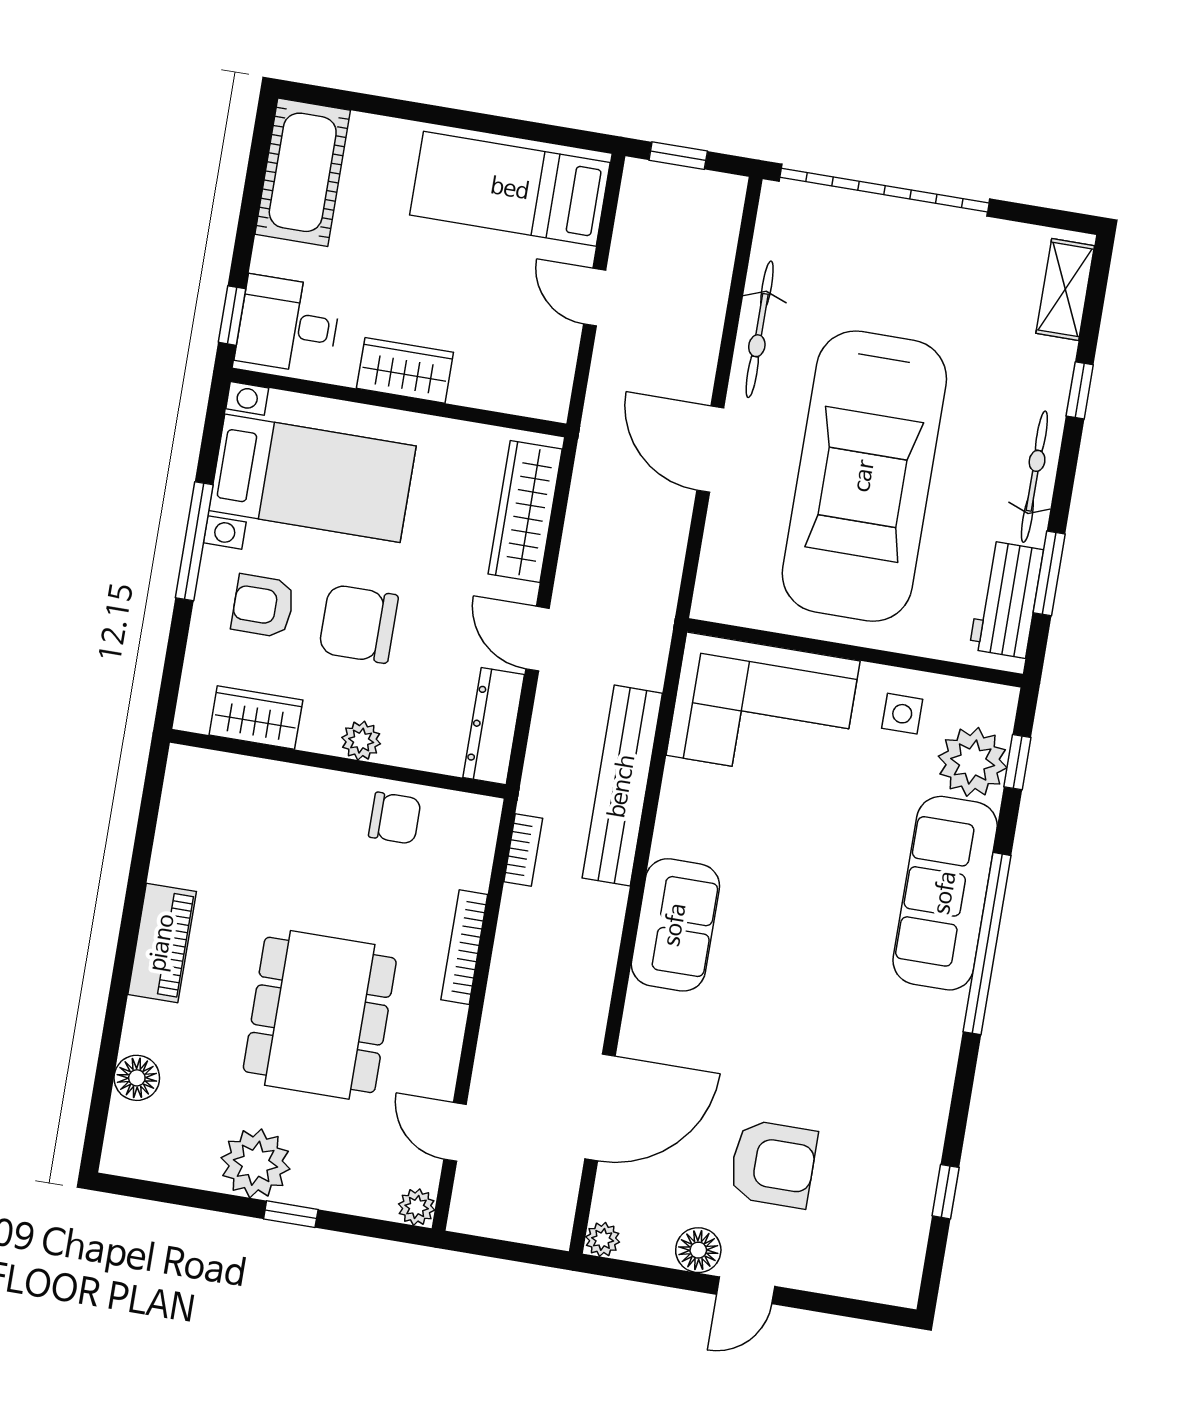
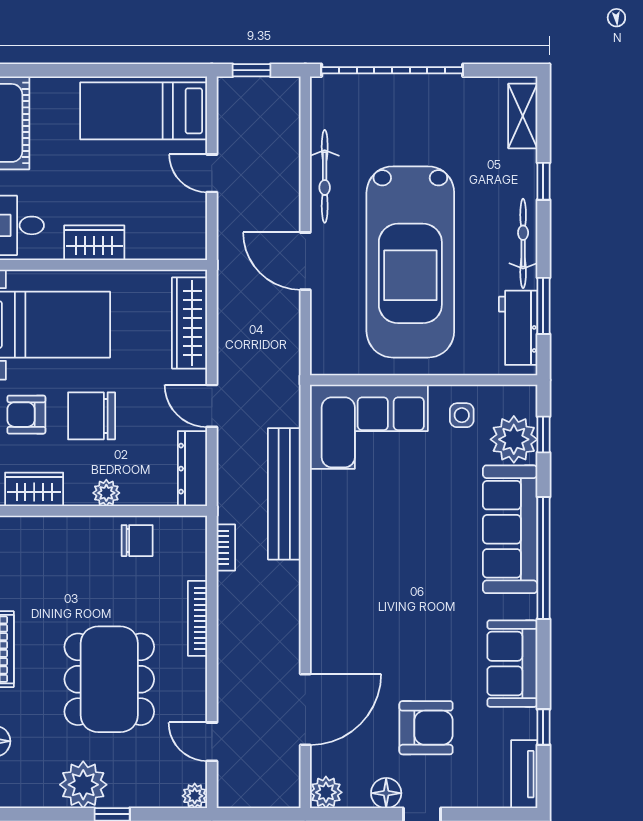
sofa: (675, 925) -> (512, 664), moved, turned 180
plant: (603, 1239) -> (326, 792), width x1.38, depth x1.38
tv unit: (906, 1256) -> (524, 774), added

